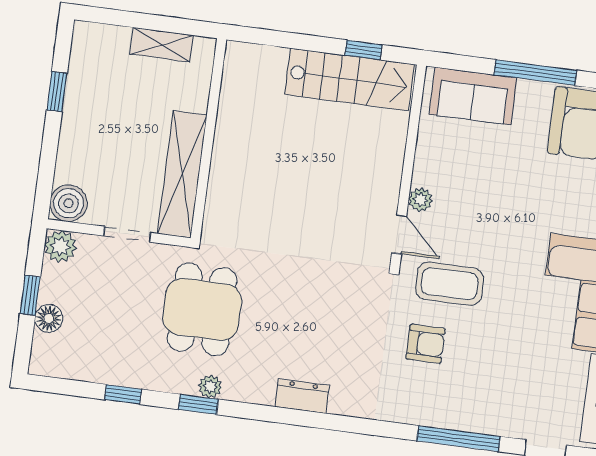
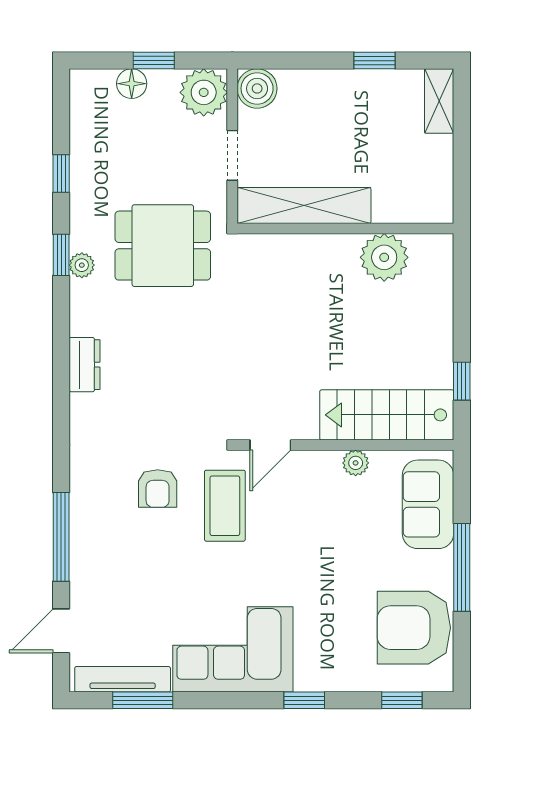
shelving: (162, 45) -> (439, 101), moved
stairs: (349, 79) -> (387, 415), moved, turned 90
plant: (240, 107) -> (384, 257), added
plant: (420, 200) -> (356, 463), moved
plant: (61, 246) -> (204, 92), width x1.36, depth x1.36

